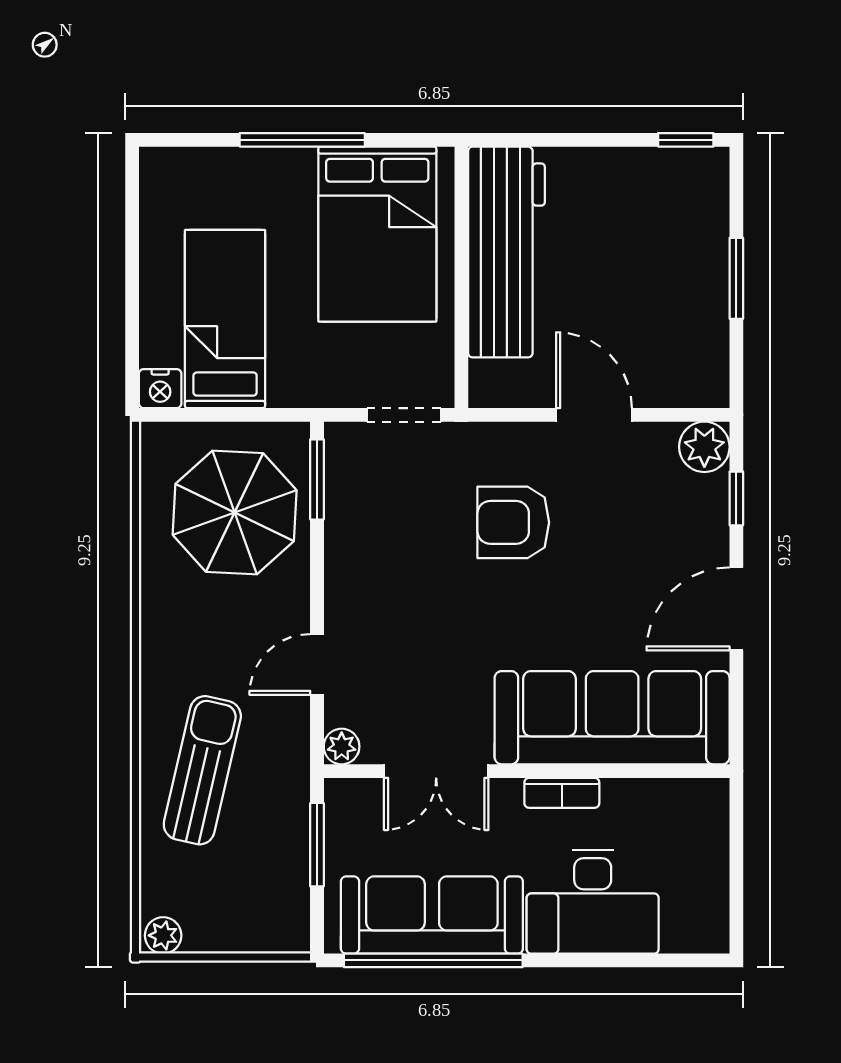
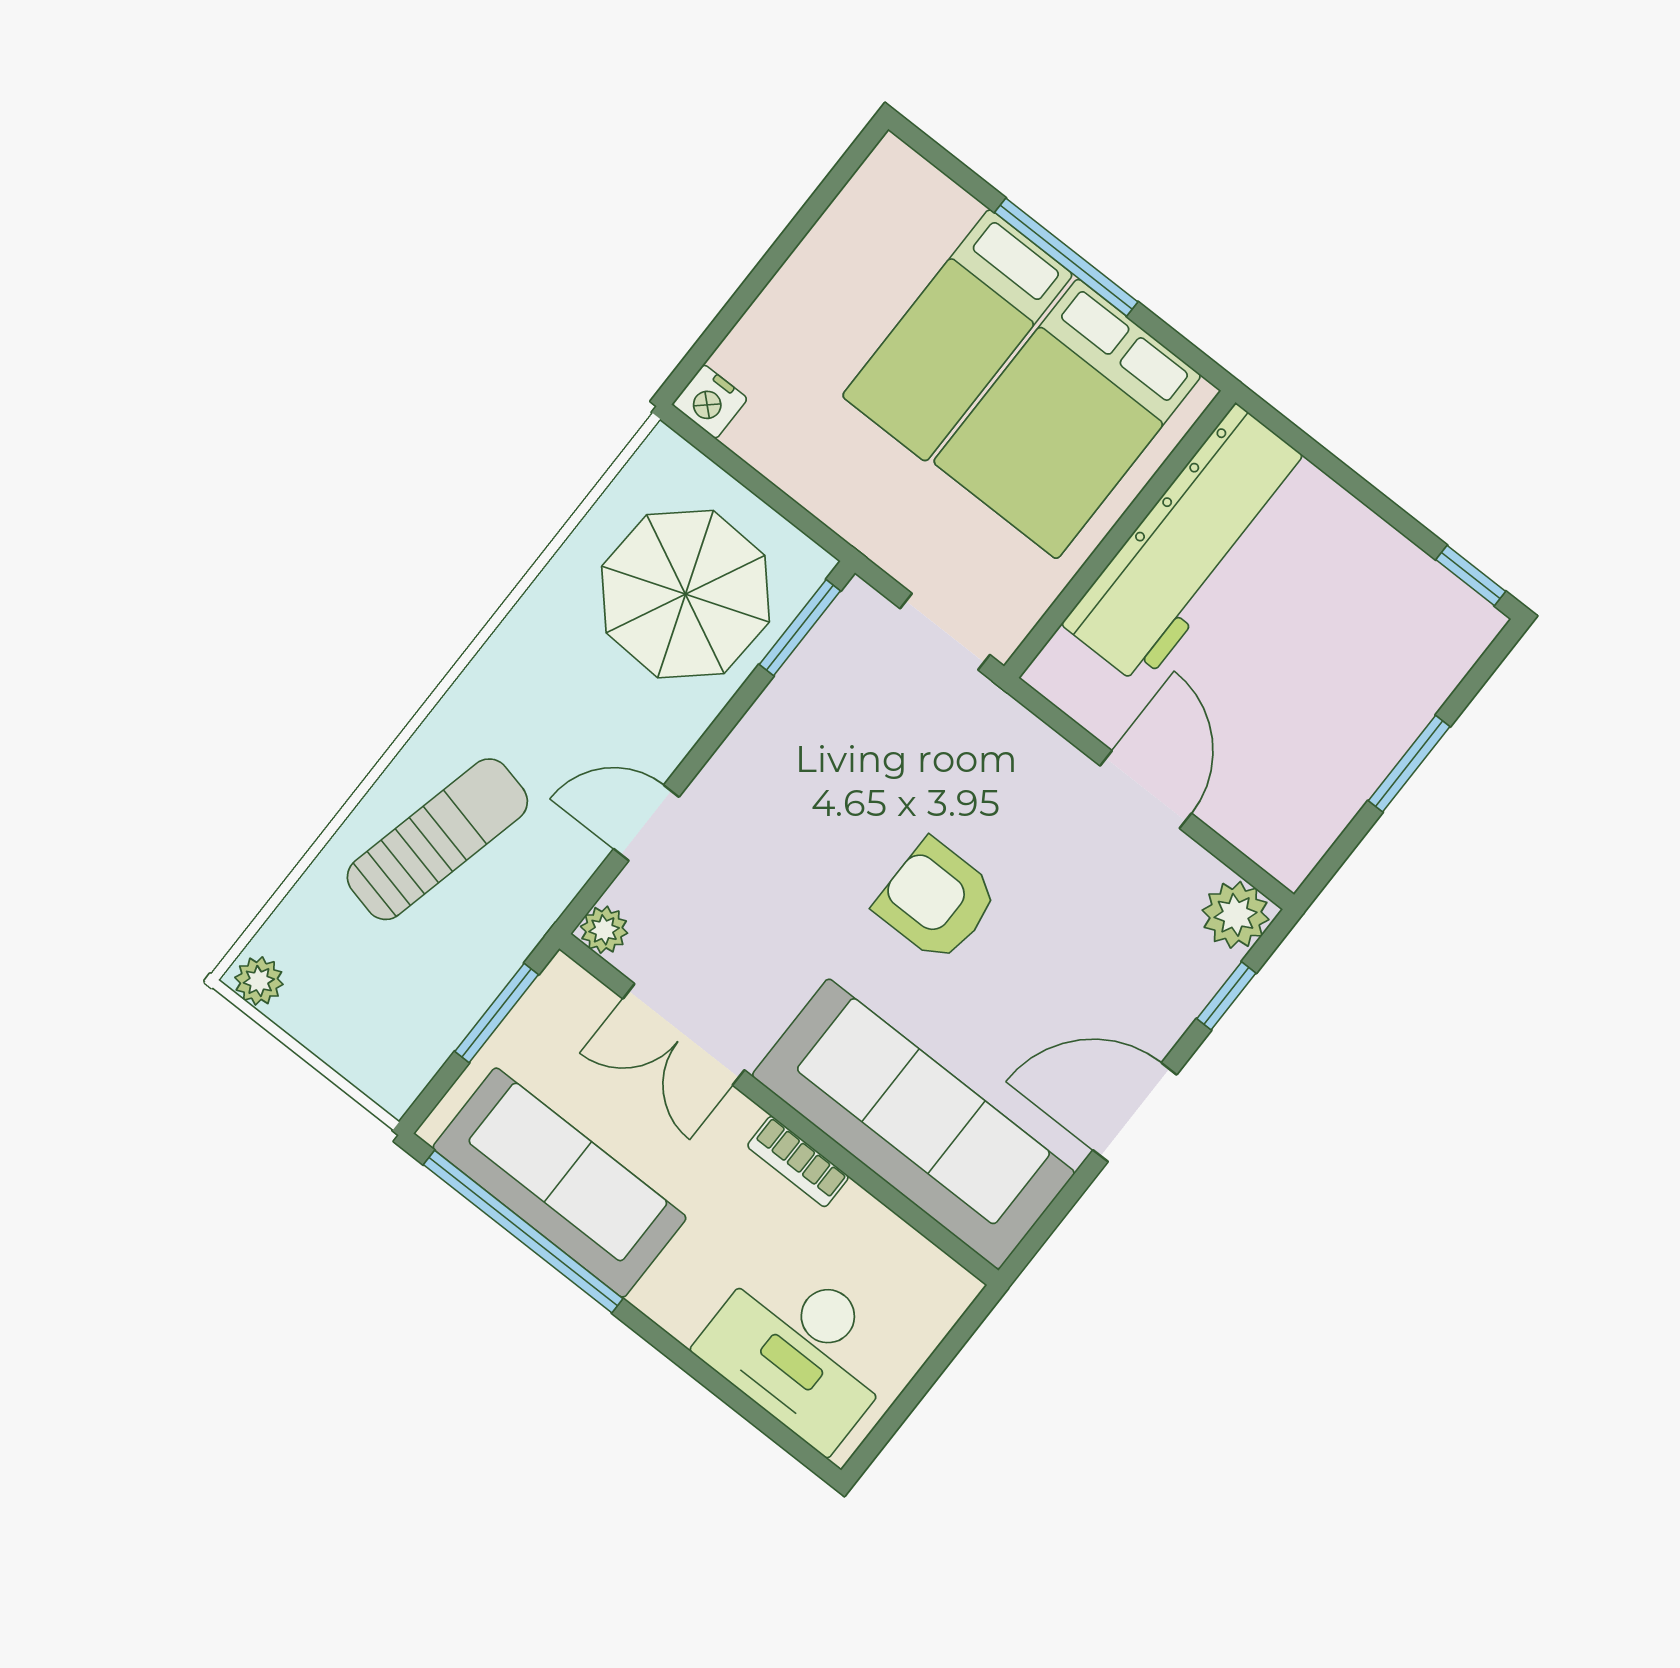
bed: (225, 319) -> (957, 335), moved, turned 180
armchair: (513, 522) -> (937, 901), moved
desk: (593, 902) -> (801, 1350), moved

